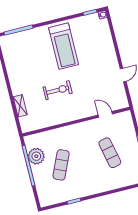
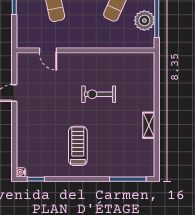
treadmill: (64, 46) -> (78, 146), width x0.73, depth x0.73
shelving: (20, 106) -> (149, 125), moved

